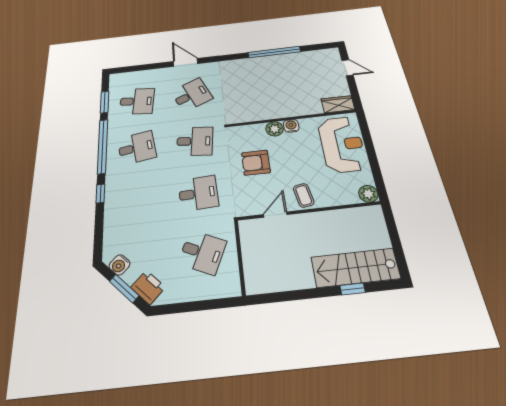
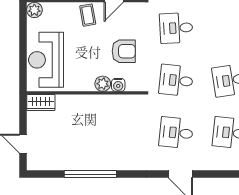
desk: (192, 95) -> (176, 133), turned 30
water cooler: (291, 126) -> (118, 85), moved

